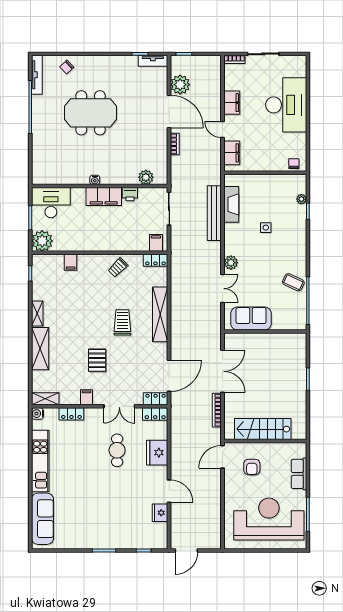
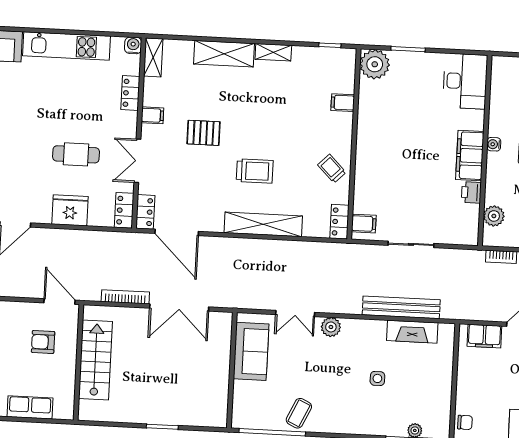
plant: (146, 177) -> (494, 216), moved
water cooler: (95, 180) -> (494, 144), moved
wall: (100, 186) -> (485, 151), moved
printer: (130, 194) -> (471, 192), moved
filing cabinet: (104, 197) -> (470, 156), moved
desk: (51, 203) -> (465, 81), moved

